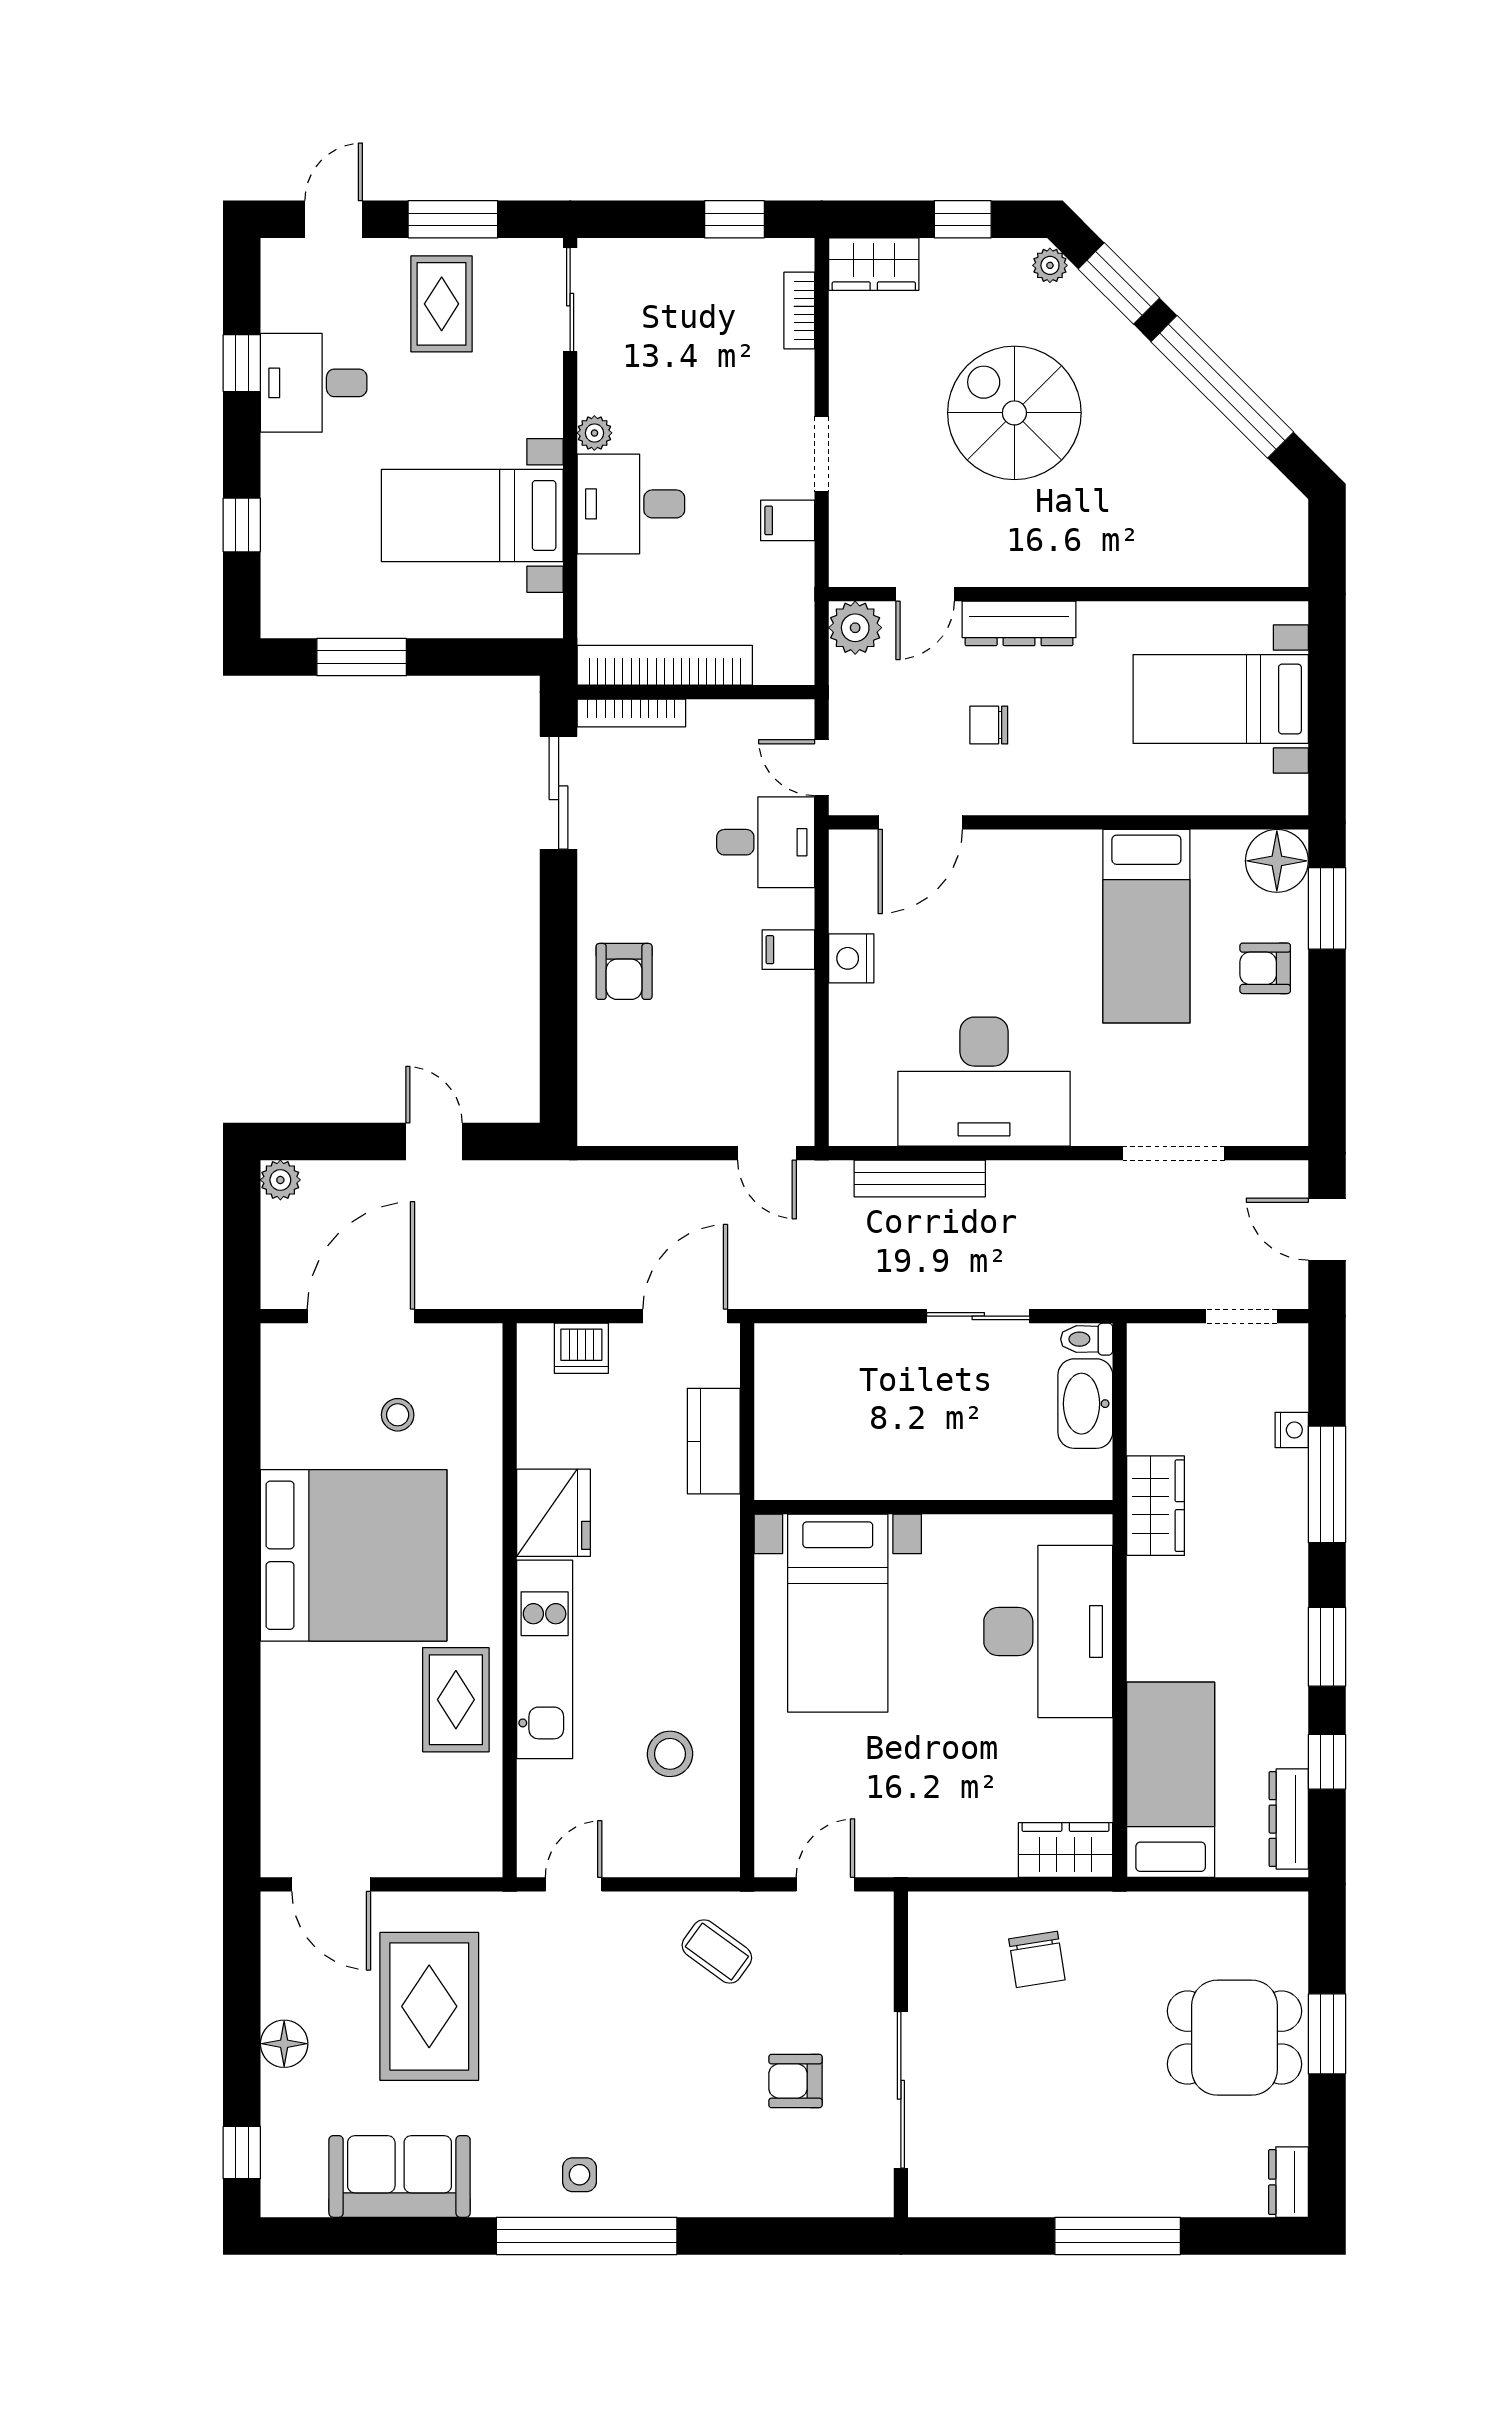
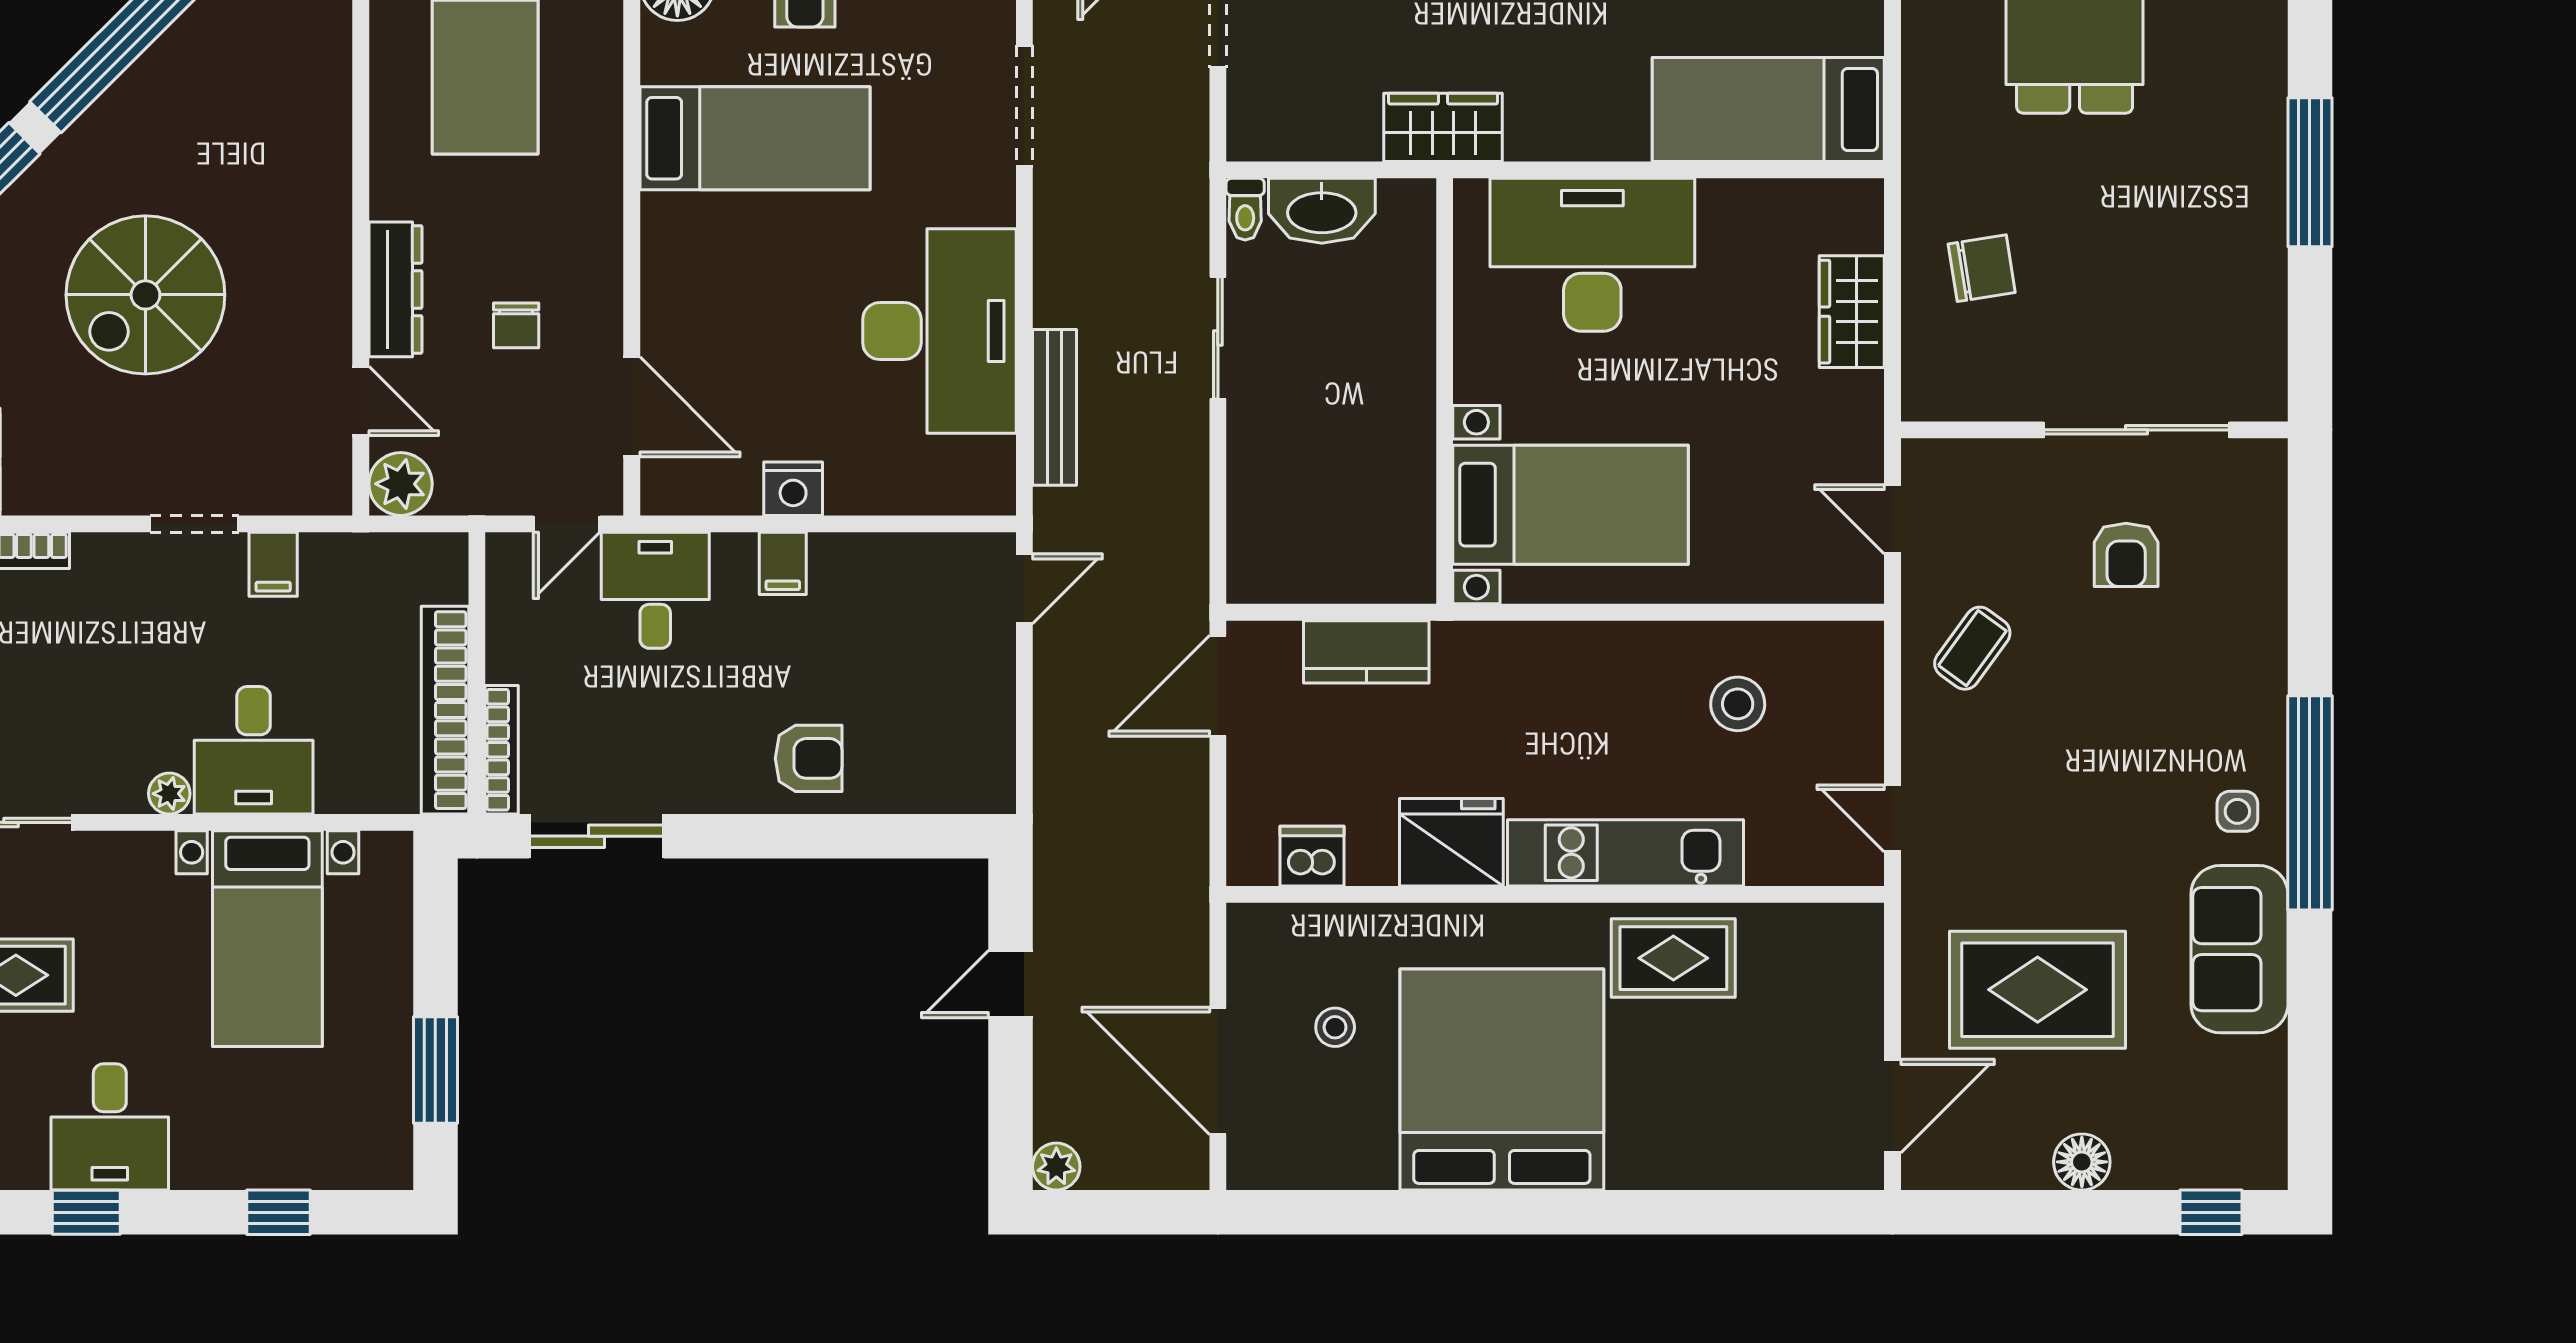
door: (685, 1316) -> (1218, 686), hinge flipped
dishwasher: (581, 1348) -> (1312, 856), moved, turned -90
wardrobe: (1066, 1850) -> (1852, 312), moved
sofa: (400, 2176) -> (2239, 949), moved

